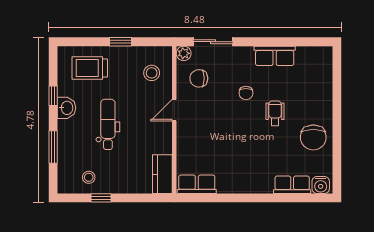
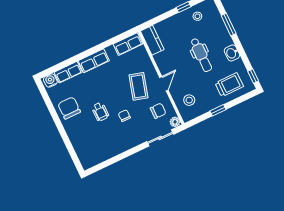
row of seats: (275, 56) -> (94, 61), moved, turned 180
window: (53, 96) -> (253, 76), moved
coffee table: (209, 123) -> (138, 86), added

